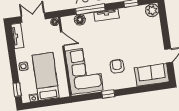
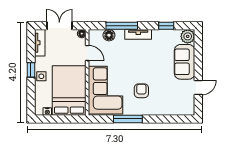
sofa: (152, 75) -> (185, 62), moved, turned -90
bed: (46, 76) -> (69, 91), width x1.50
window: (17, 90) -> (31, 70), moved
window: (108, 94) -> (128, 119), width x2.17

